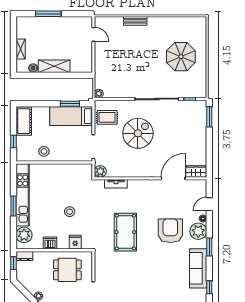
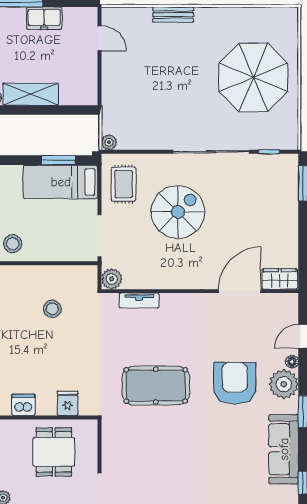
freezer: (62, 23) -> (44, 18), added
parasol: (181, 57) -> (253, 77), width x1.36, depth x1.36
rug: (107, 117) -> (124, 184), turned 90
stool: (70, 212) -> (52, 309), moved
pool table: (125, 232) -> (156, 386), turned 90
dining table: (67, 270) -> (54, 452), turned 90

